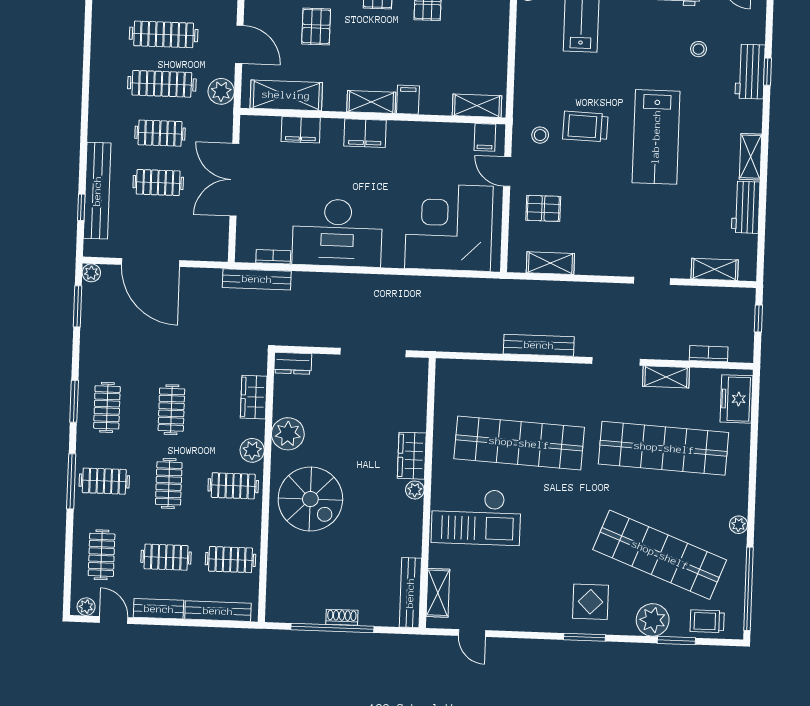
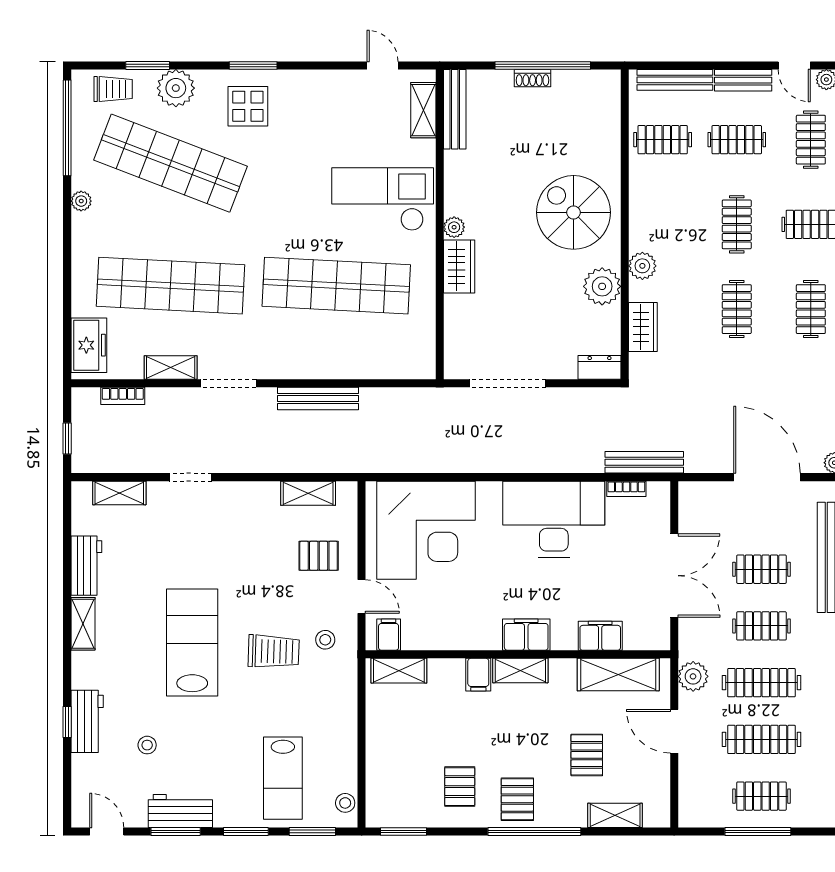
clothes rail: (233, 486) -> (663, 224), removed

